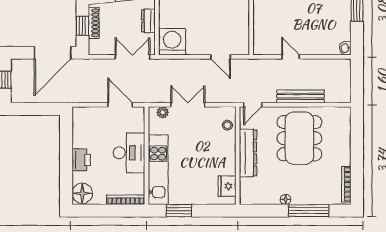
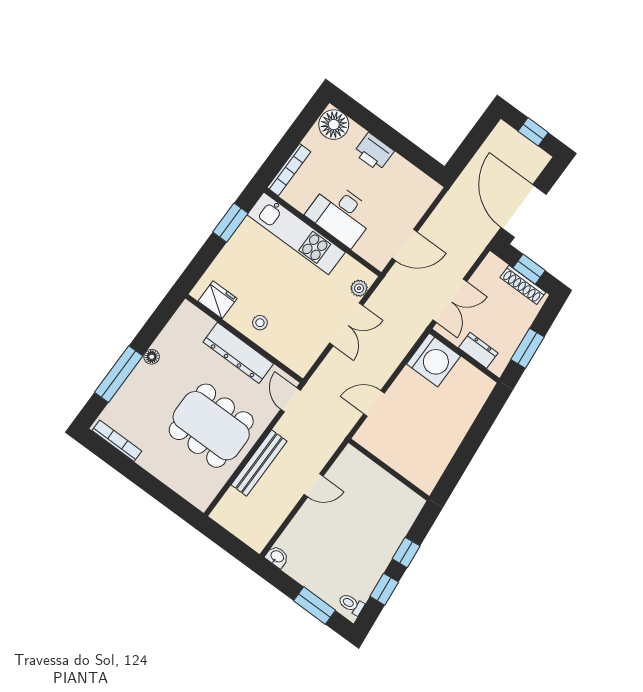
stool: (227, 125) -> (260, 323), moved

